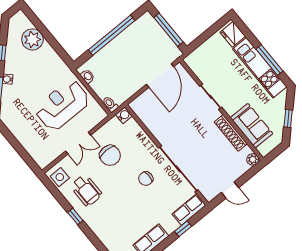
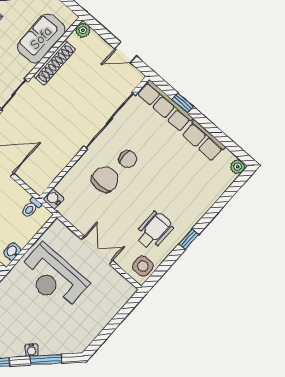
toilet: (110, 104) -> (31, 208), moved
chair: (110, 155) -> (105, 179), moved
door: (230, 190) -> (126, 52), swing flipped
row of seats: (189, 210) -> (165, 106), width x1.48

